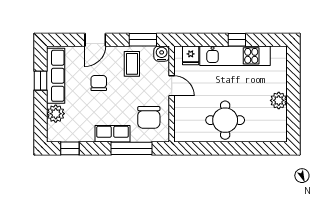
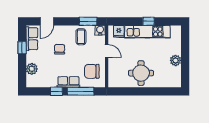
door: (95, 40) -> (47, 21), moved
row of seats: (56, 76) -> (32, 39), width x0.68
chair: (149, 117) -> (92, 71), turned 90
window: (70, 148) -> (56, 91), moved

